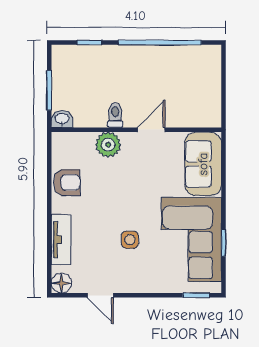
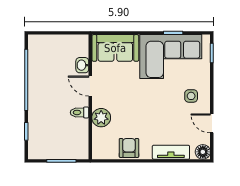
washbasin: (62, 119) -> (82, 65), moved
side table: (130, 240) -> (191, 96), moved
door: (100, 295) -> (212, 123), swing flipped

